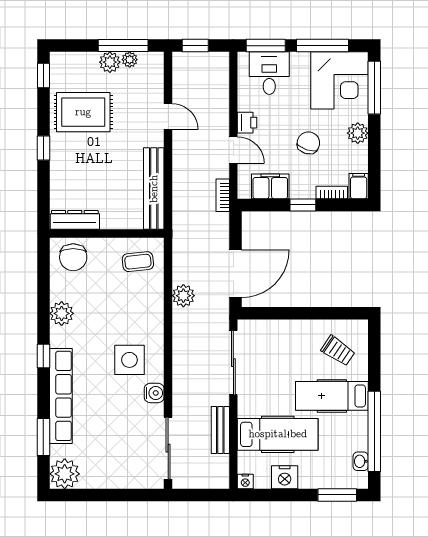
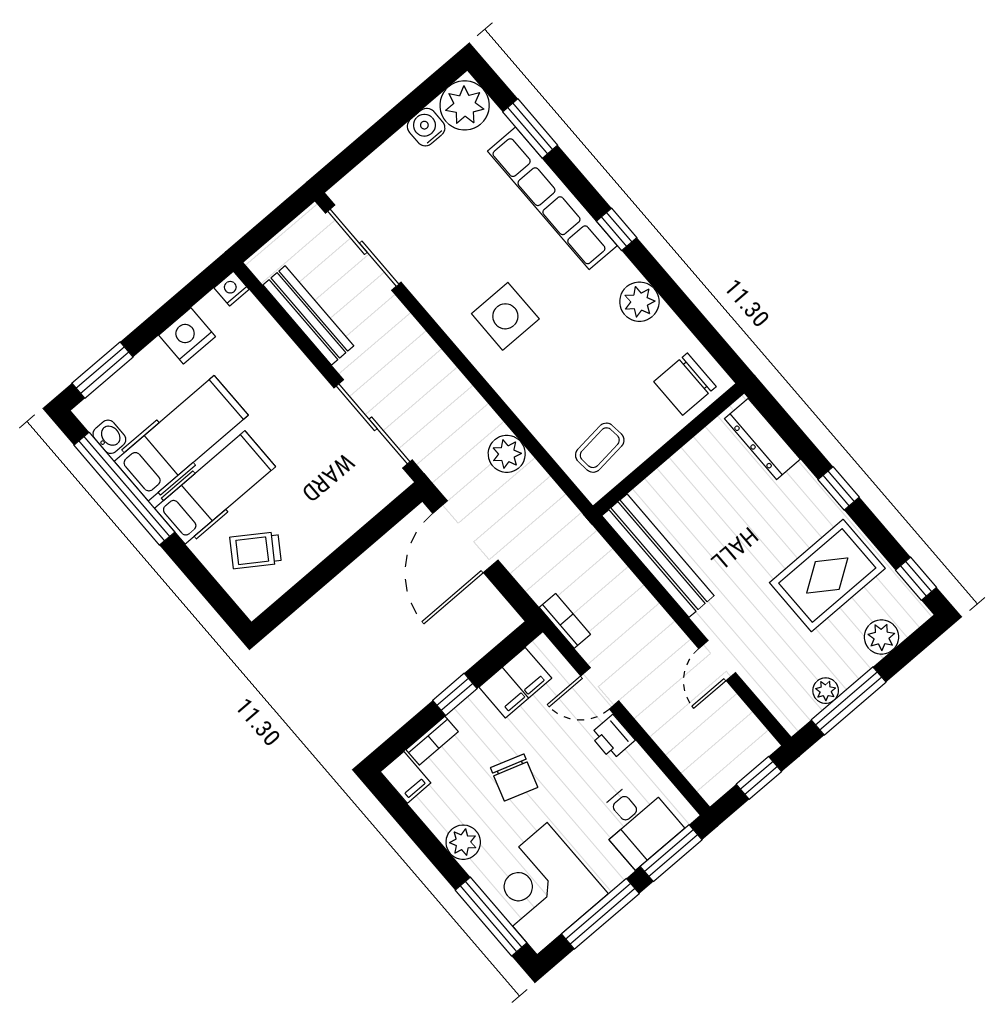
plant: (110, 62) -> (881, 637), moved
door: (168, 116) -> (717, 661), hinge flipped
dresser: (75, 220) -> (762, 439), moved, turned 90
chair: (73, 257) -> (685, 384), turned -90
water cooler: (154, 393) -> (426, 127), moved, turned 90
bench: (220, 430) -> (308, 315), width x1.36
hospital bed: (278, 434) -> (181, 438), moved, turned 180

